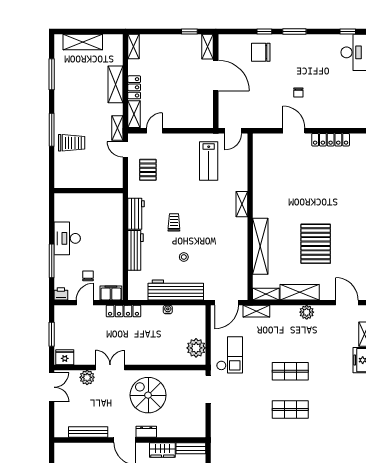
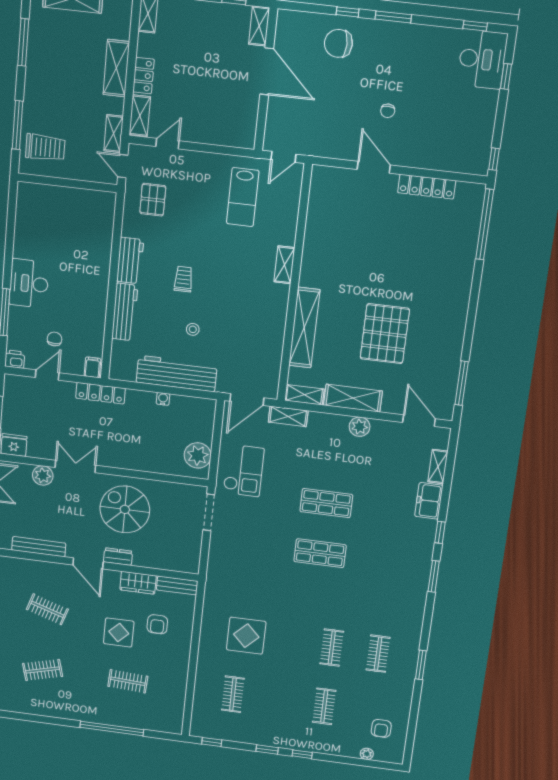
wall: (89, 191) -> (67, 183), moved
filing cabinet: (111, 293) -> (92, 367), width x0.50

